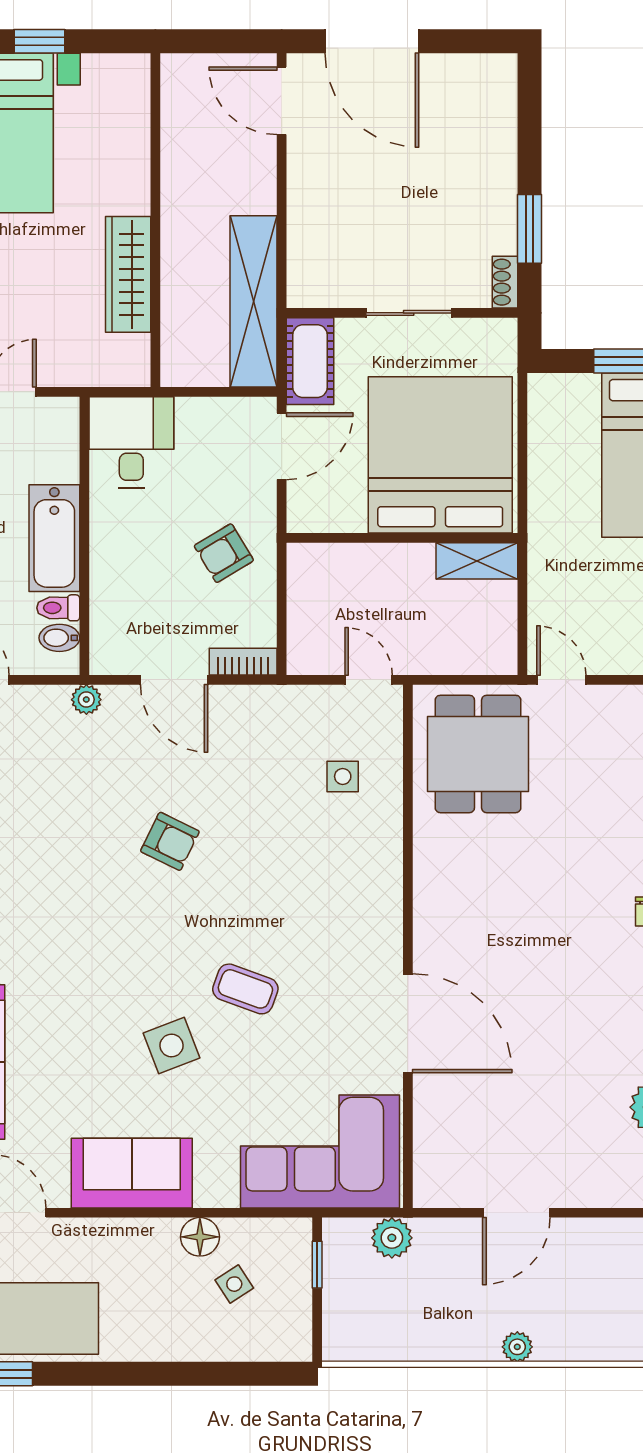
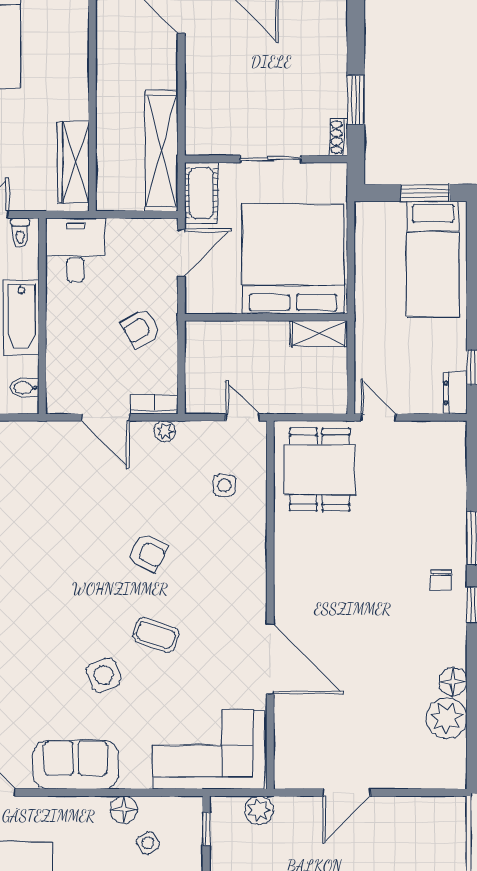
wardrobe: (128, 274) -> (73, 162), moved
toilet: (58, 608) -> (20, 233), moved, turned -90
plant: (86, 700) -> (165, 431), moved
armchair: (170, 841) -> (148, 553), moved

